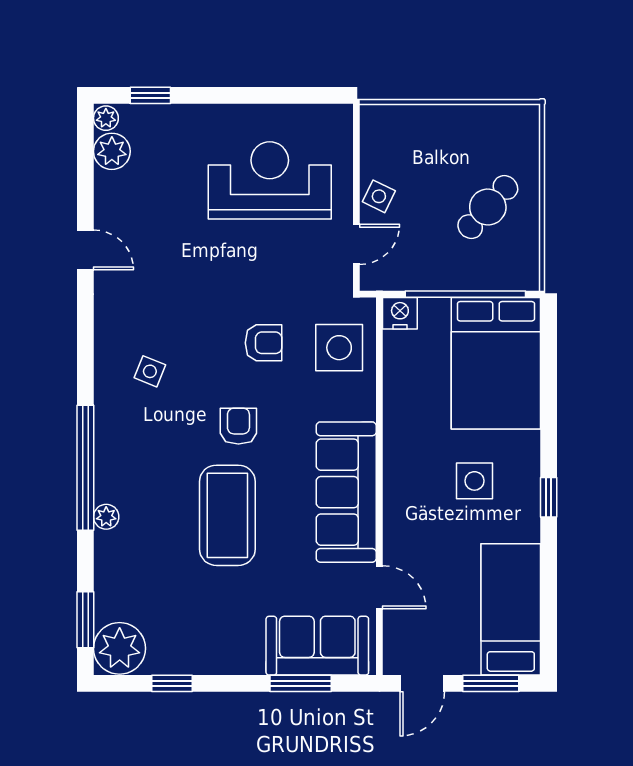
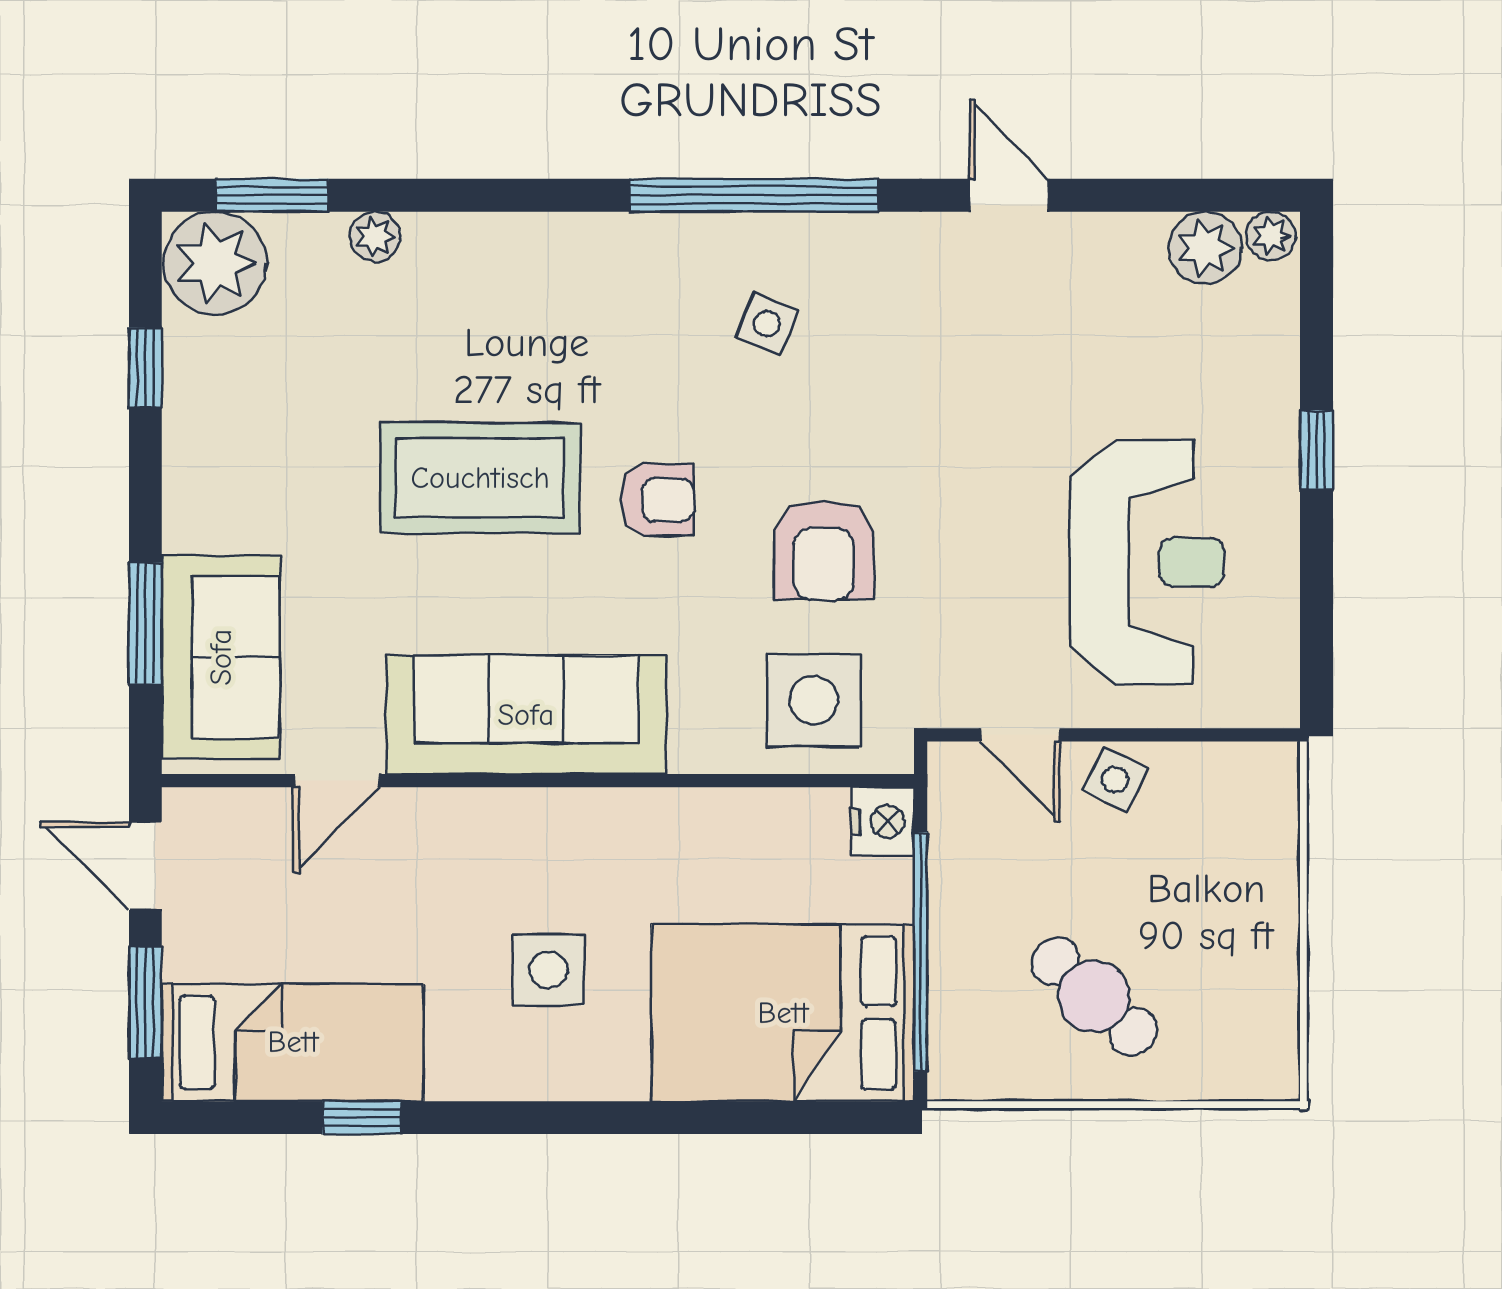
window: (150, 95) -> (1316, 450), moved
door: (85, 250) -> (1009, 195), swing flipped
armchair: (264, 343) -> (824, 550), width x1.38, depth x1.38
window: (85, 468) -> (754, 195), moved
window: (549, 497) -> (362, 1118), moved
plant: (106, 517) -> (375, 237), moved

